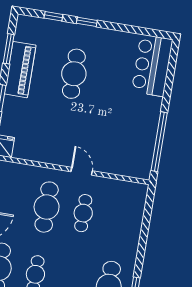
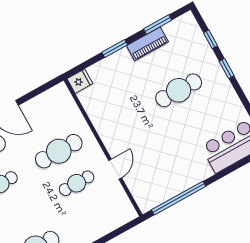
piano: (20, 70) -> (147, 44), width x0.73, depth x0.75
door: (82, 171) -> (115, 169), moved

